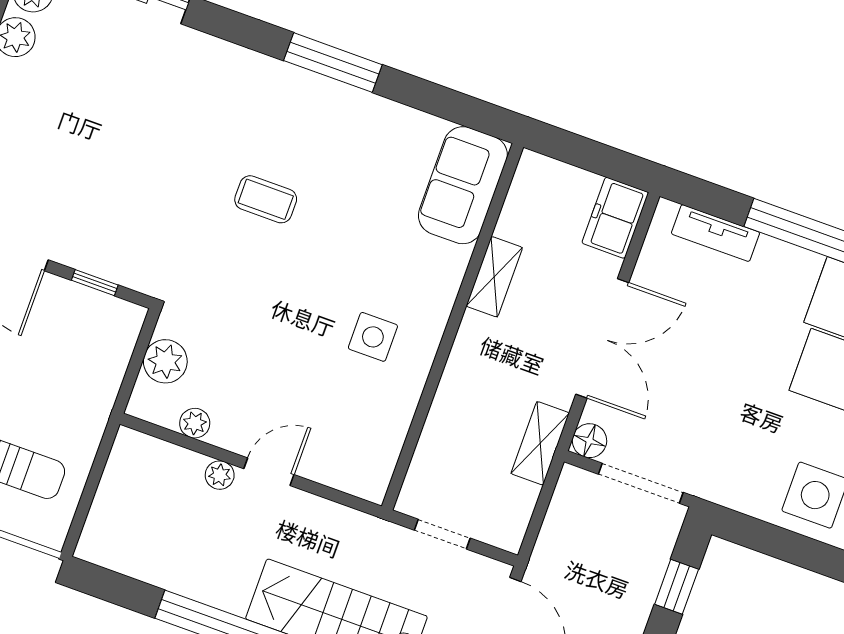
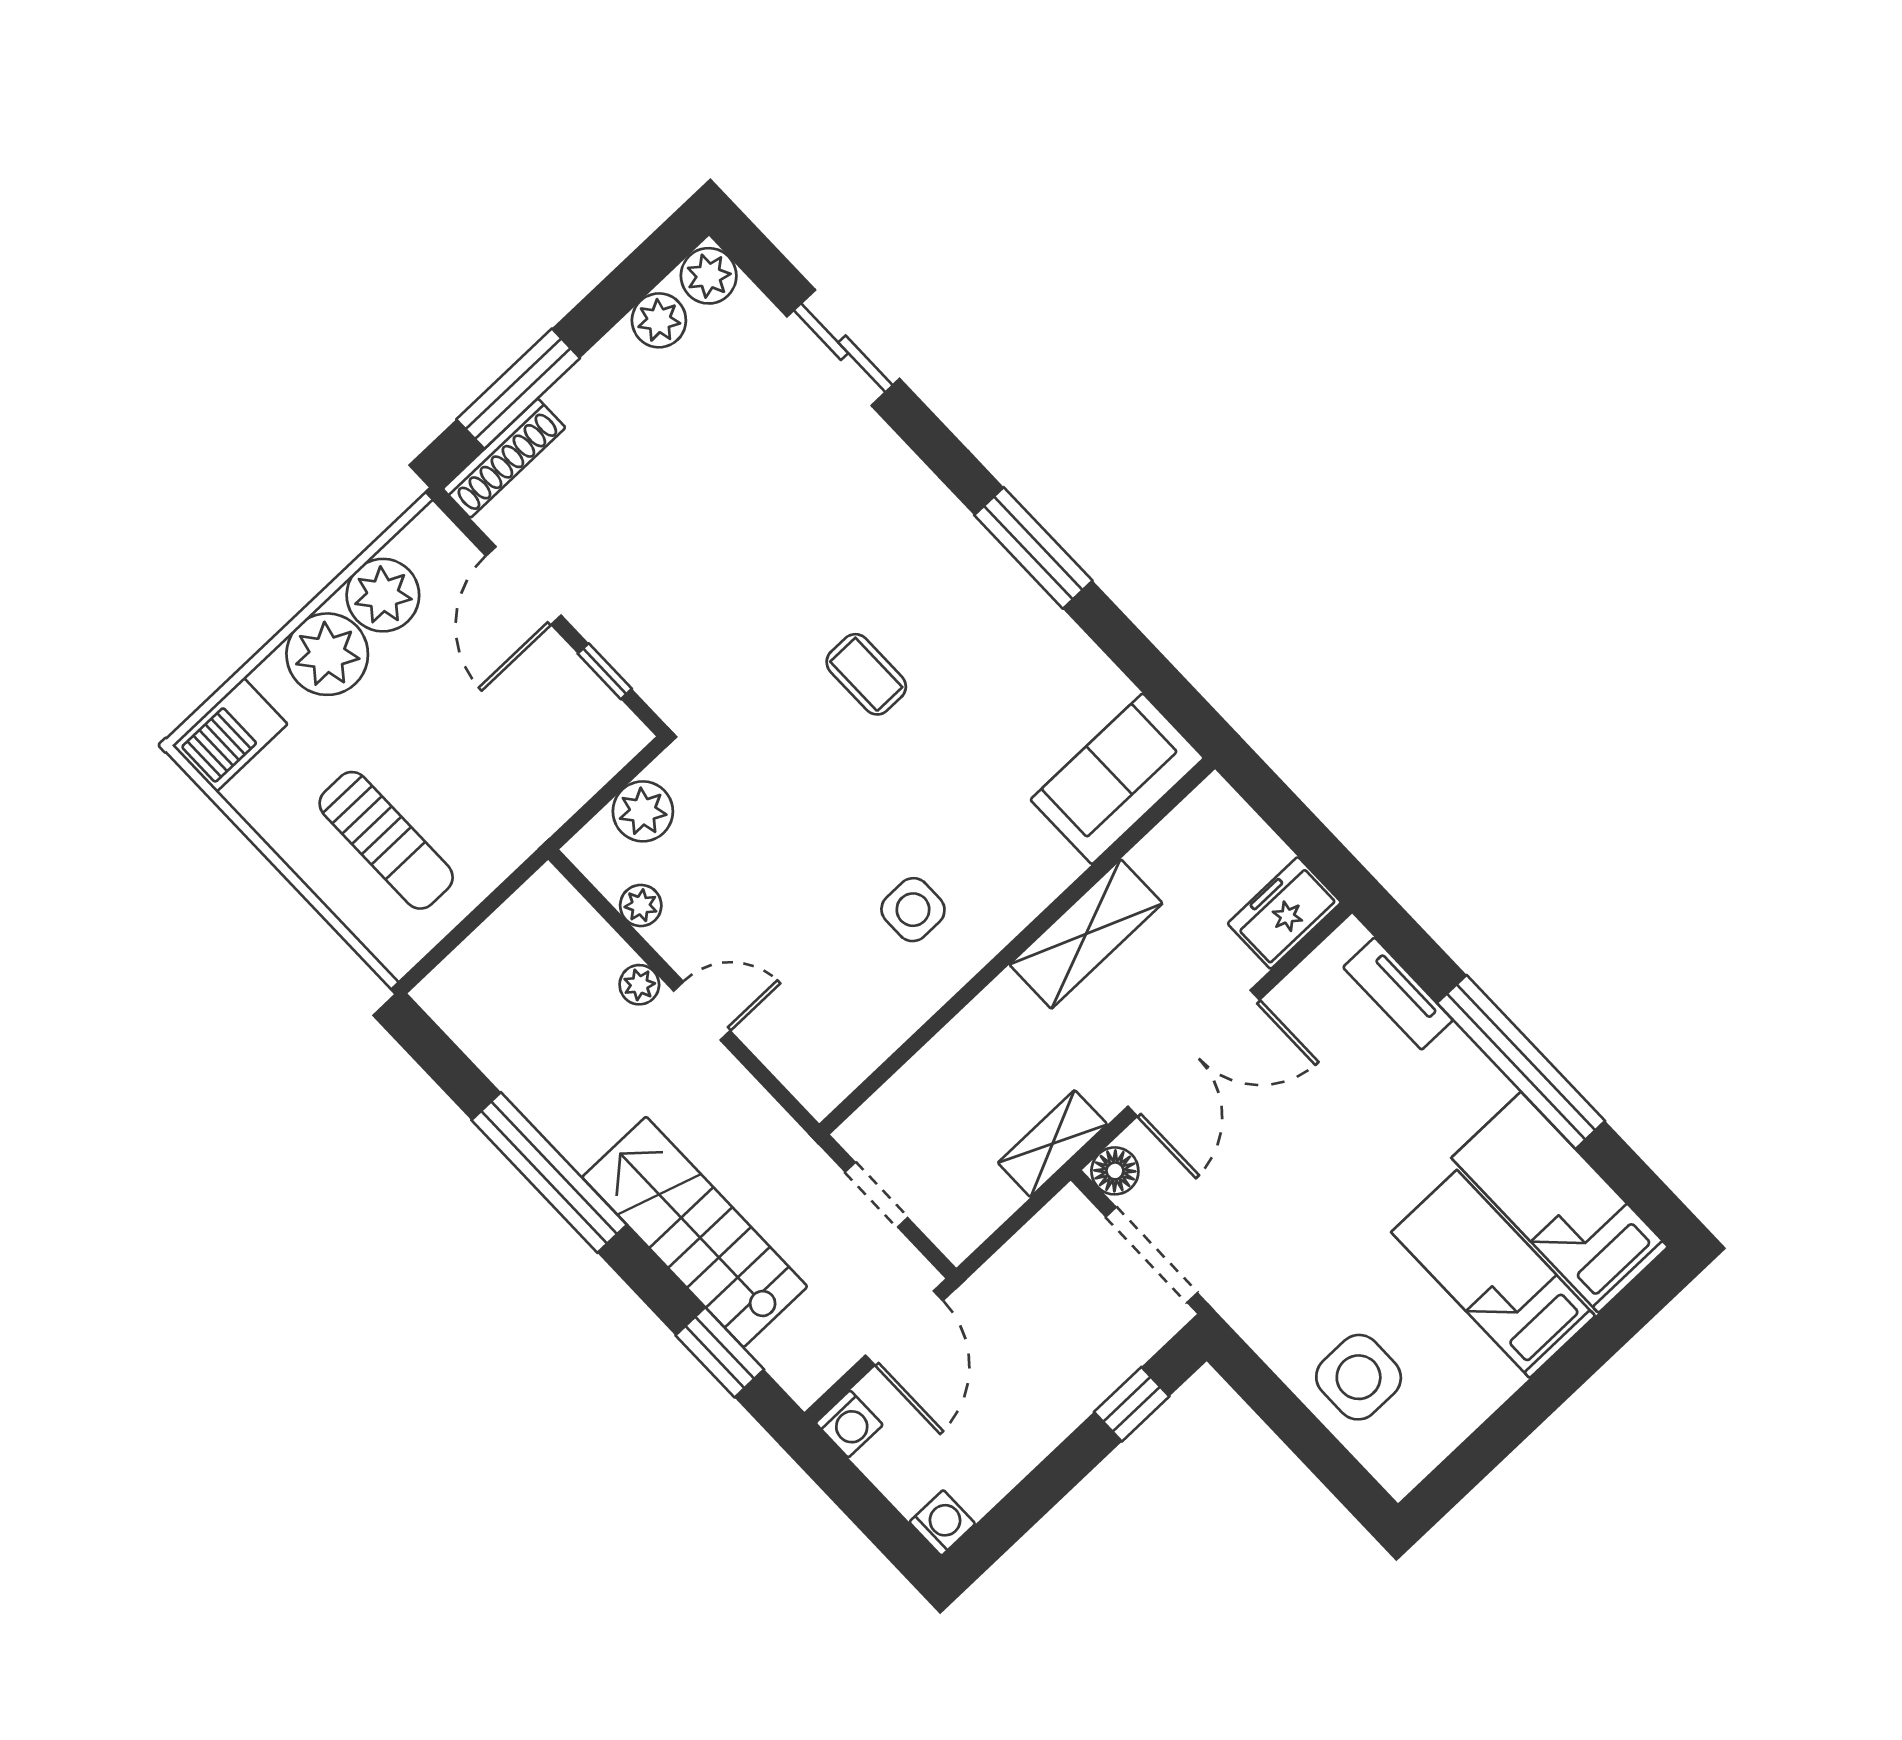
shelving: (494, 277) -> (1086, 934), width x1.50, depth x1.33

